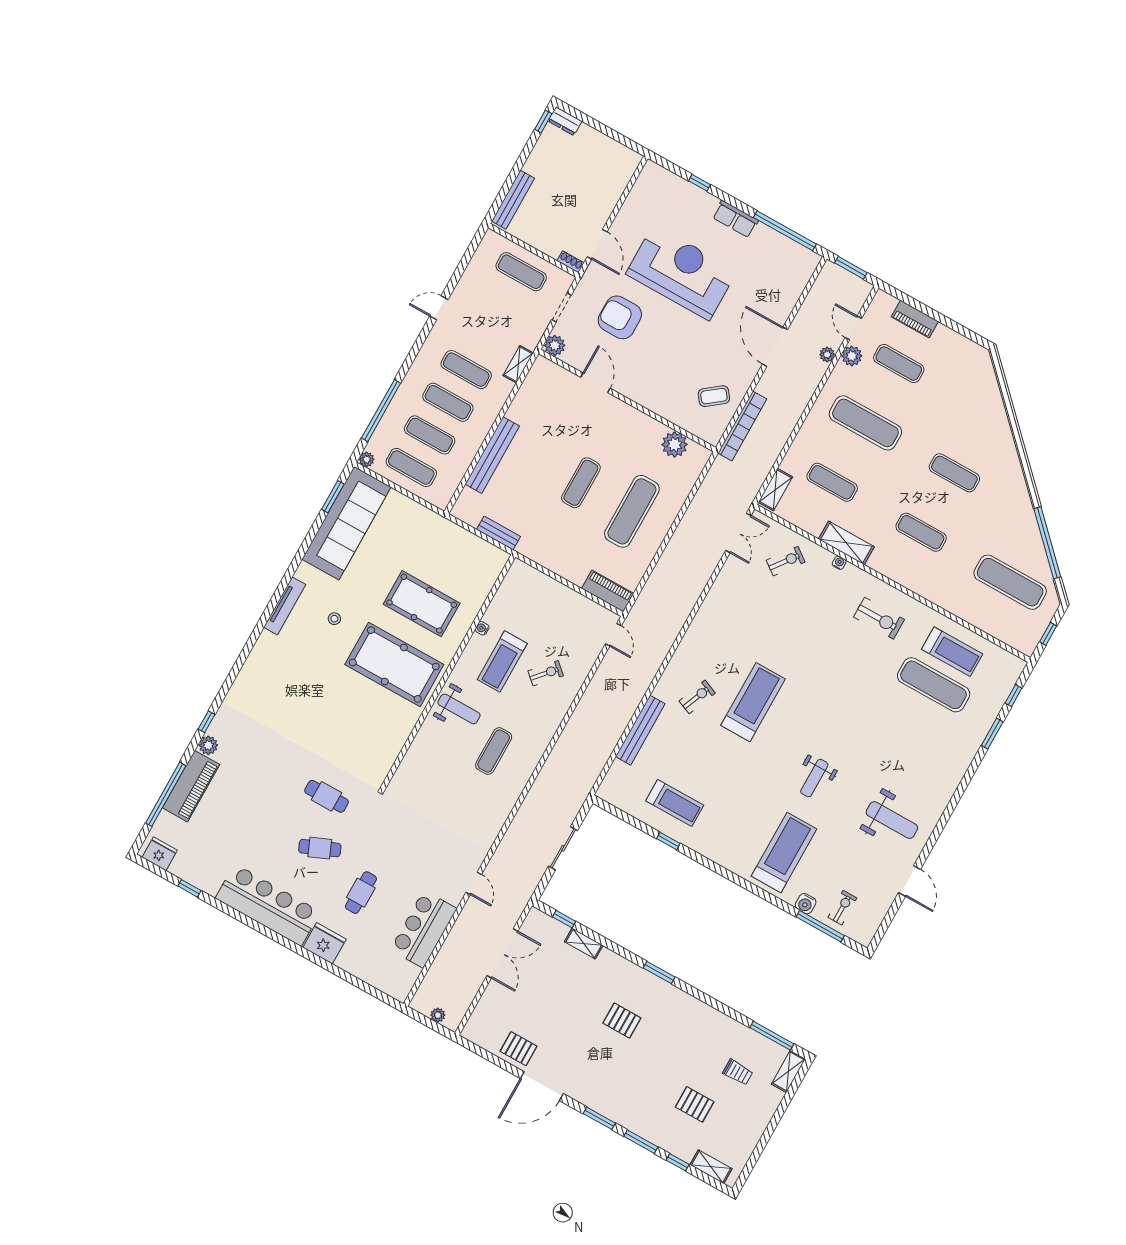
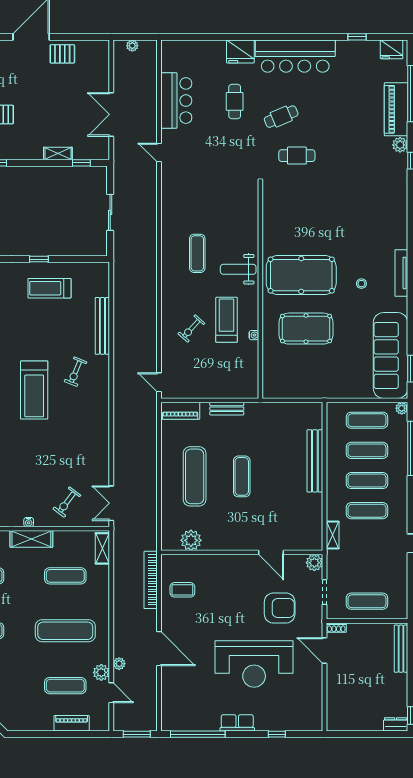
coffee table: (714, 396) -> (182, 590), turned 38
bench: (499, 533) -> (227, 409), moved

